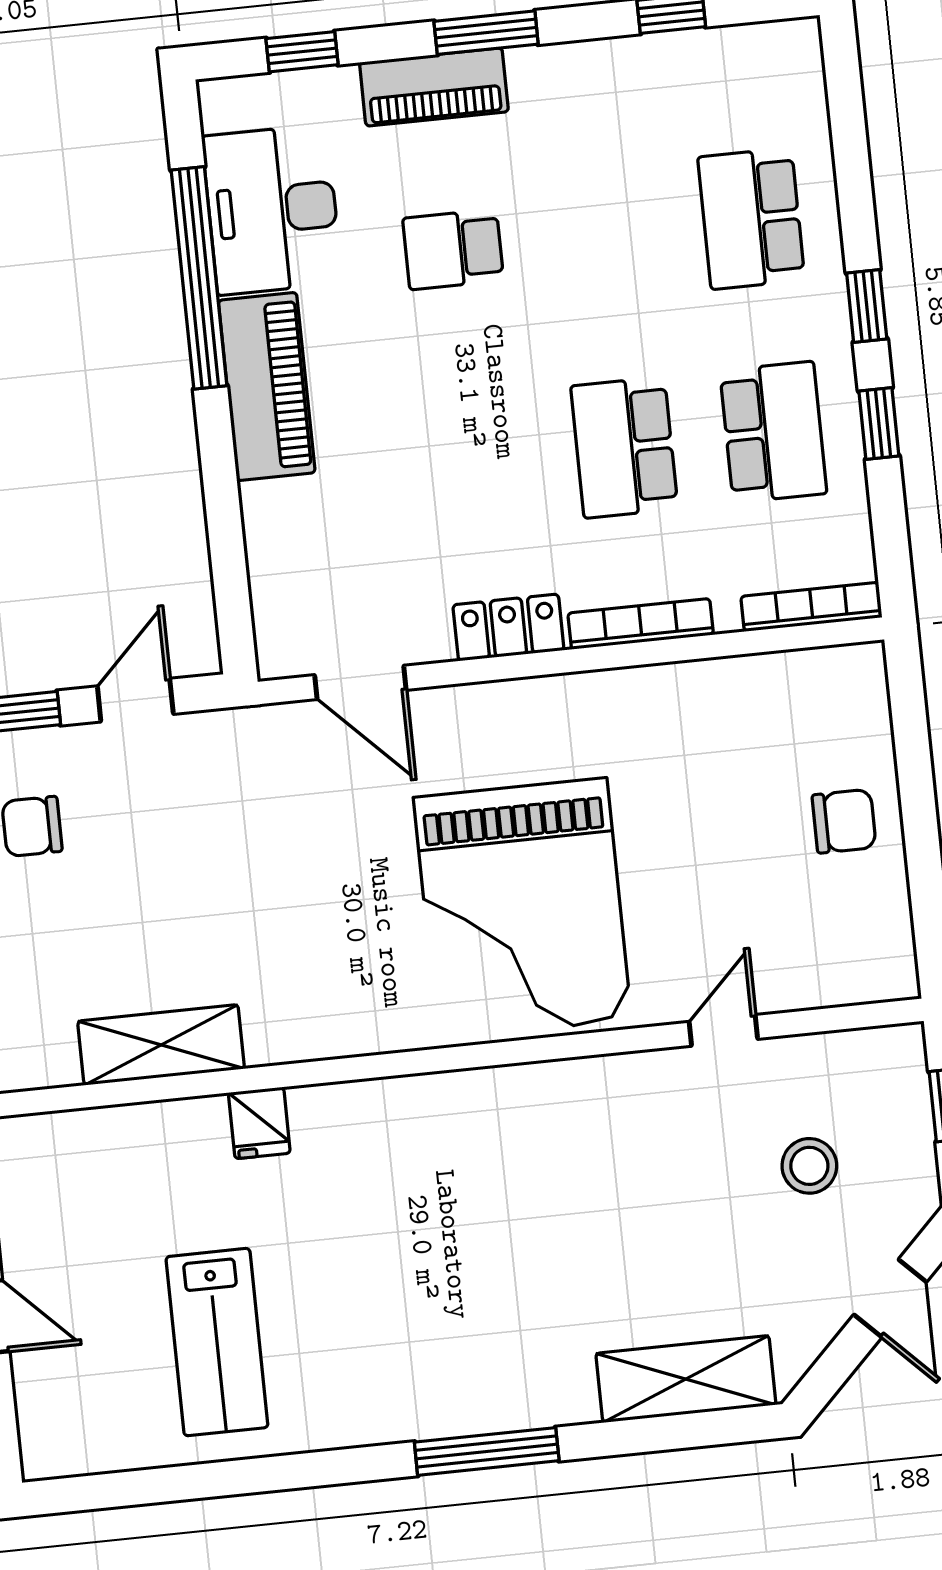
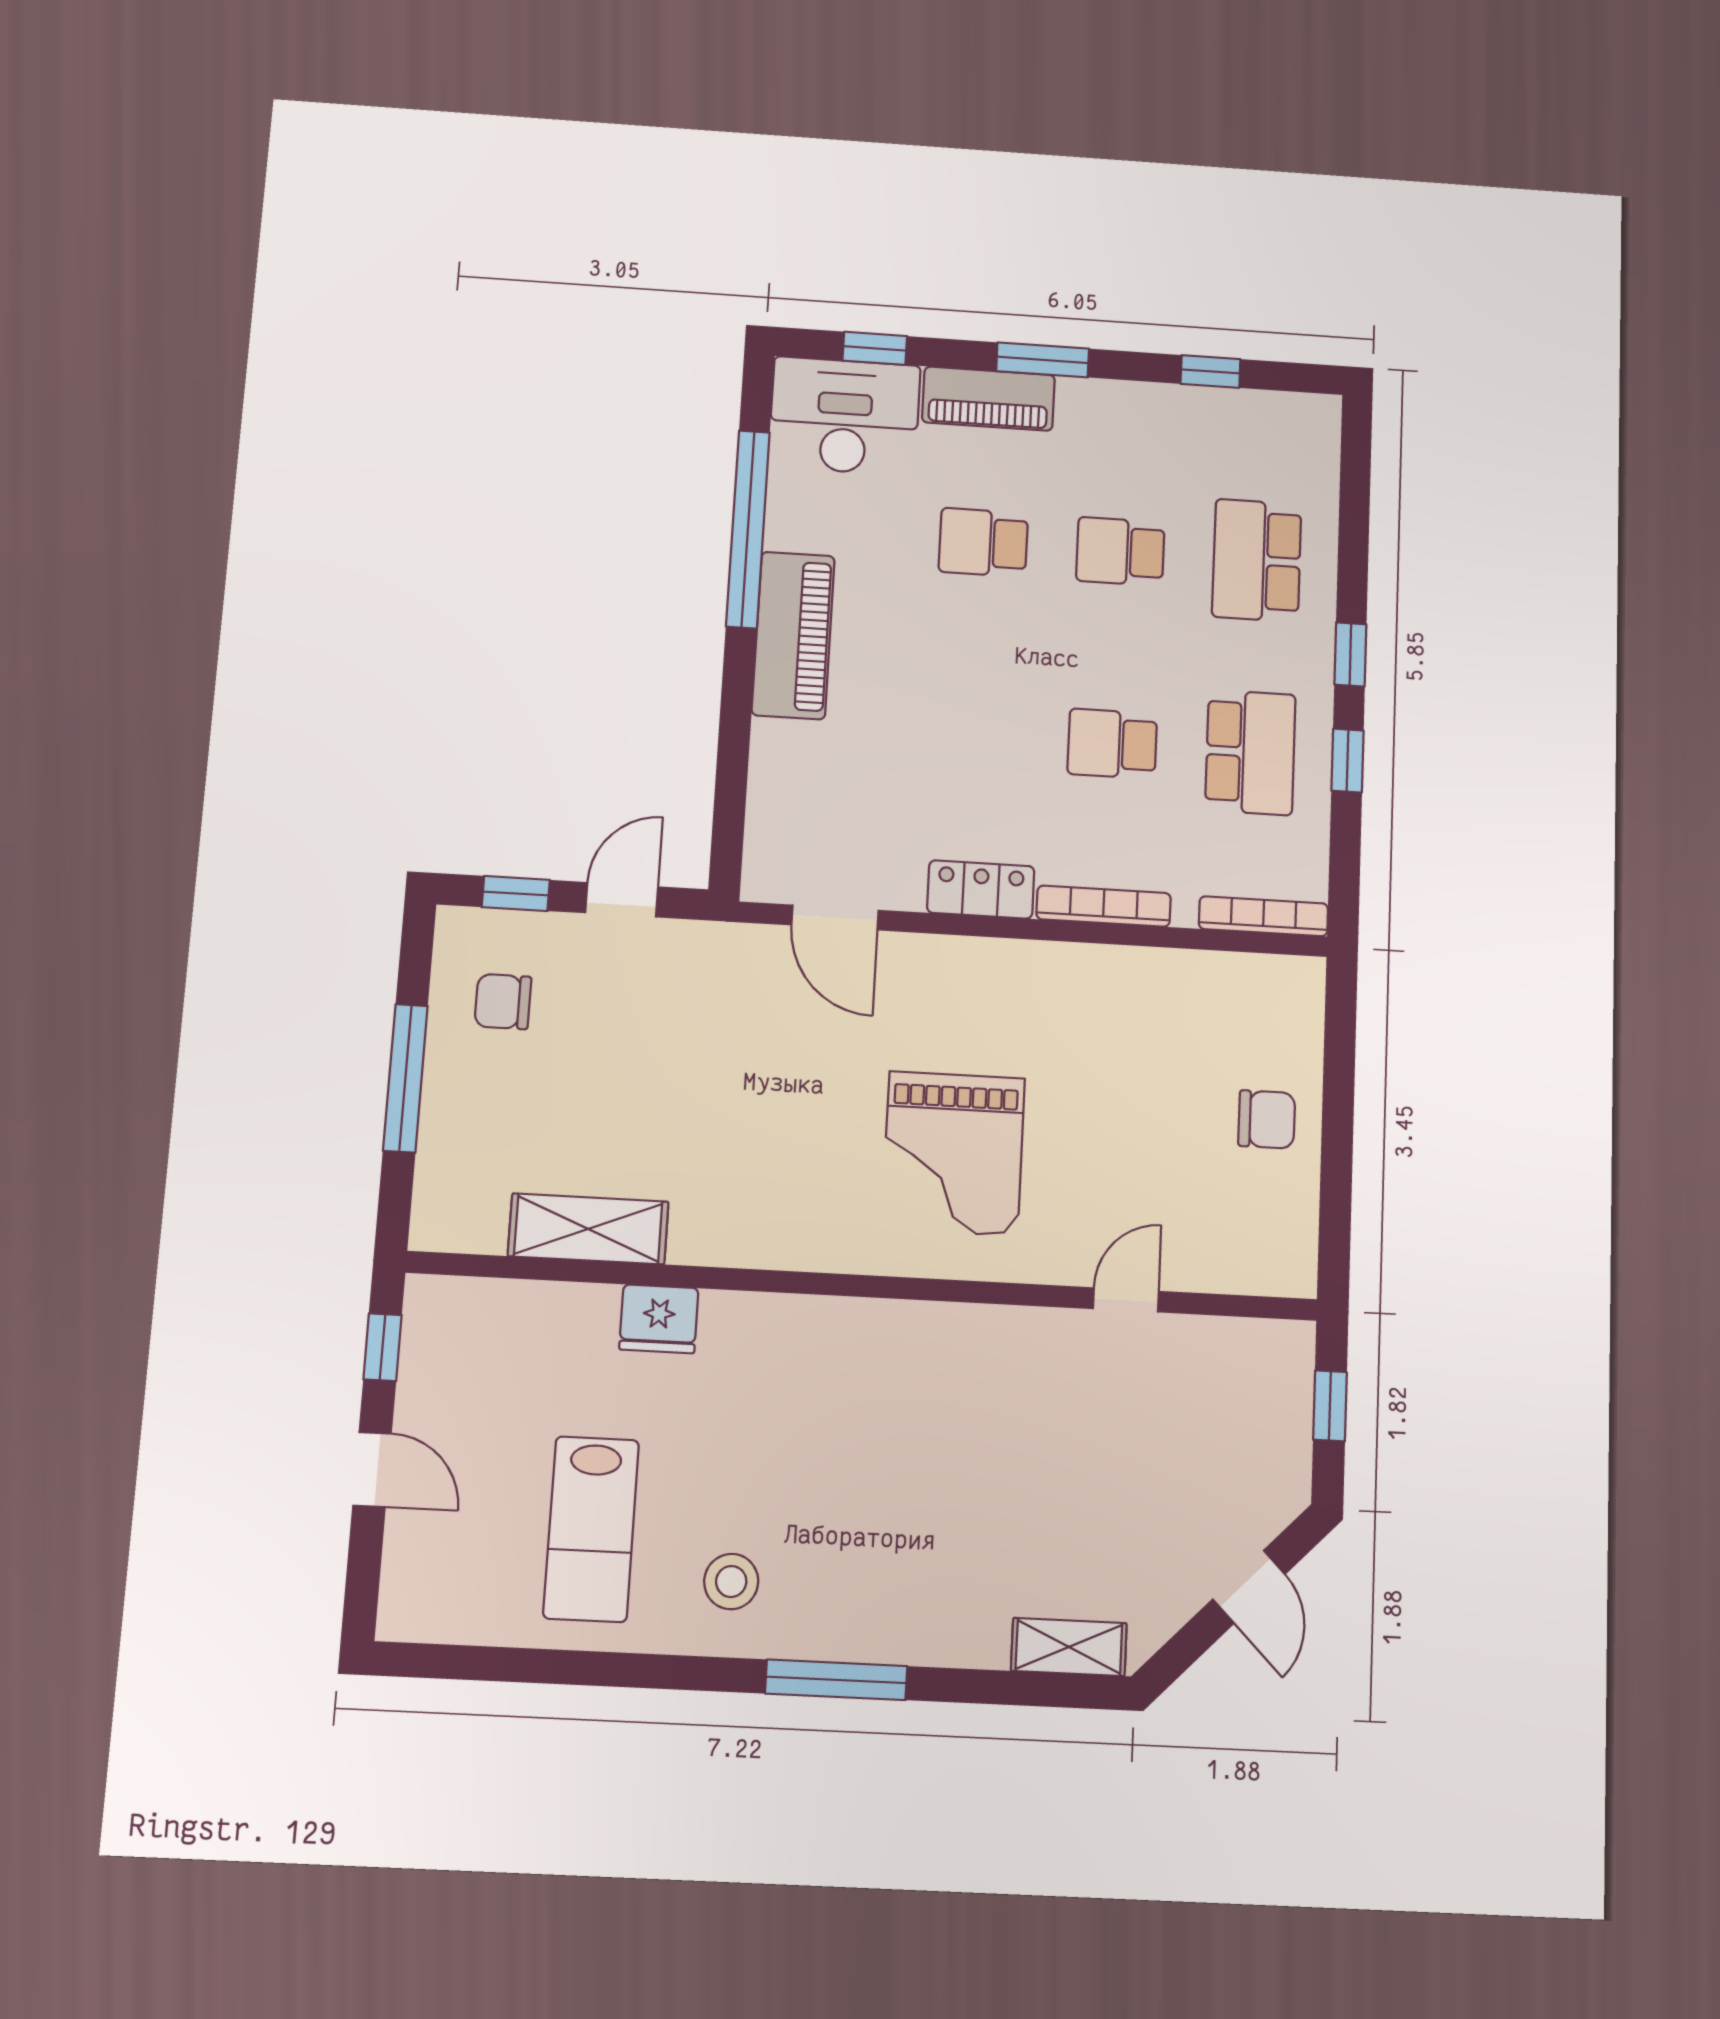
desk: (272, 210) -> (844, 416), moved, turned 90
school desk: (602, 234) -> (1120, 551), added
school desk: (624, 447) -> (1112, 744), width x0.54
grand piano: (522, 909) -> (953, 1153), width x0.73, depth x0.68
fridge: (259, 1123) -> (659, 1319), width x1.38
stool: (809, 1166) -> (731, 1582), moved
shelving: (686, 1379) -> (1069, 1647), width x0.67, depth x0.75

